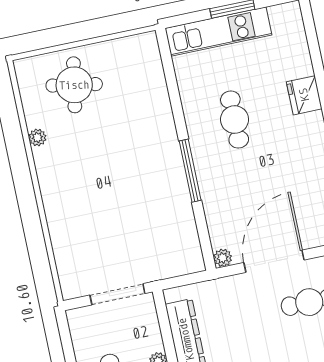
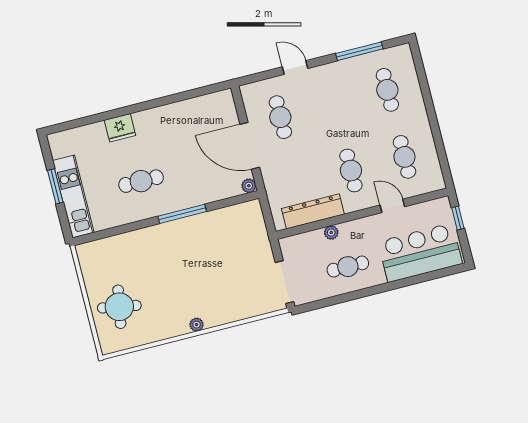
plant: (37, 137) -> (196, 325), moved
doorway: (117, 294) -> (285, 282), moved

